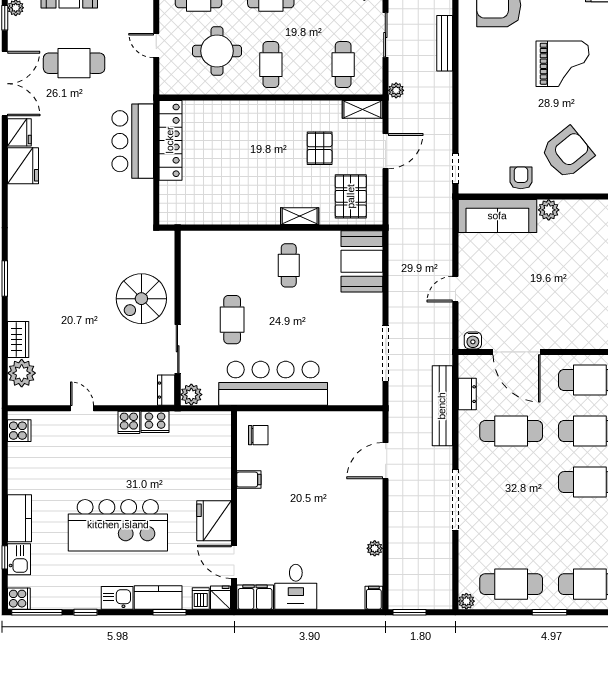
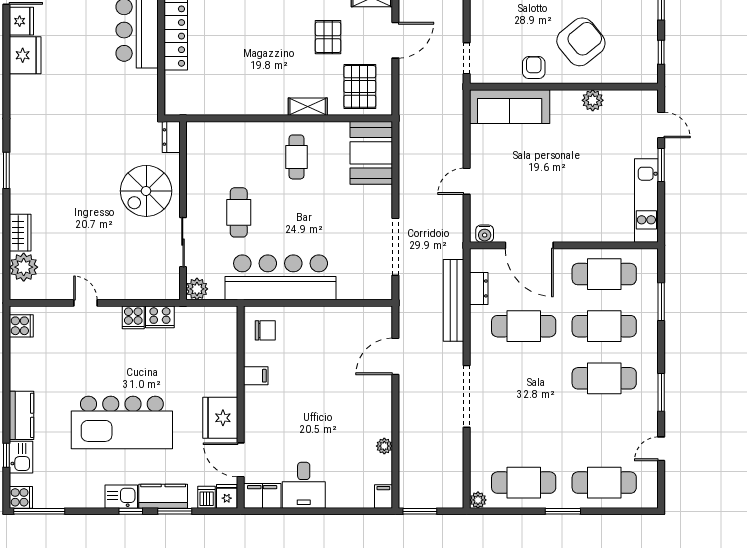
plant: (549, 210) -> (593, 100), moved
dresser: (166, 390) -> (171, 137), moved
window: (86, 612) -> (131, 511), moved

